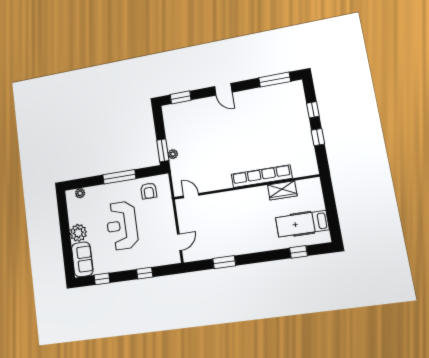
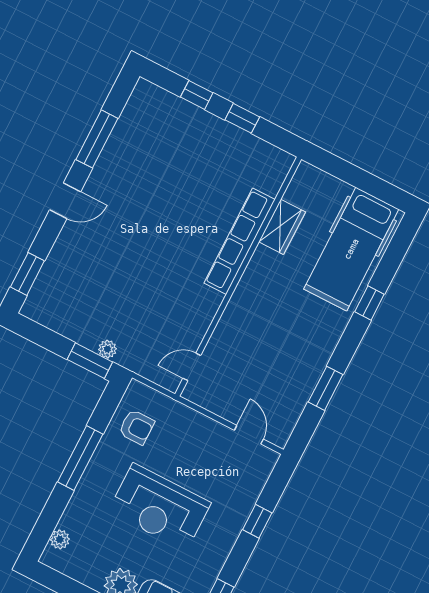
window: (275, 80) -> (97, 139), moved
hospital bed: (302, 224) -> (351, 249), width x1.37, depth x1.29
window: (299, 252) -> (369, 303), moved

